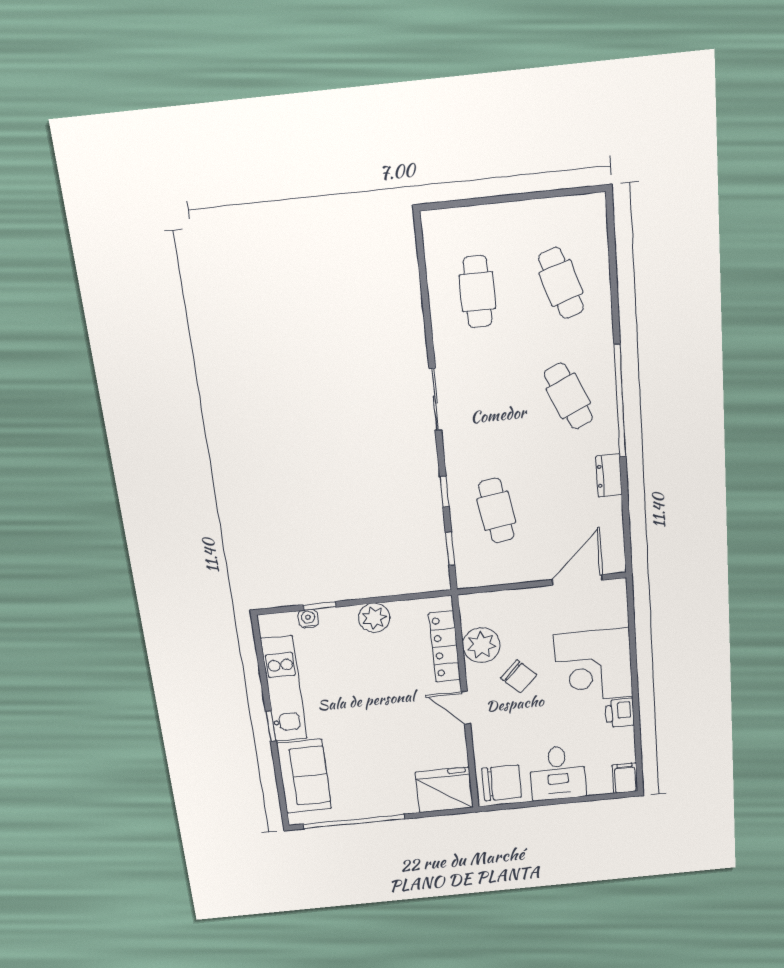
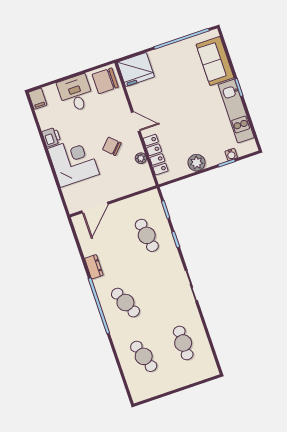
plant: (481, 645) -> (141, 158), width x0.53, depth x0.53

